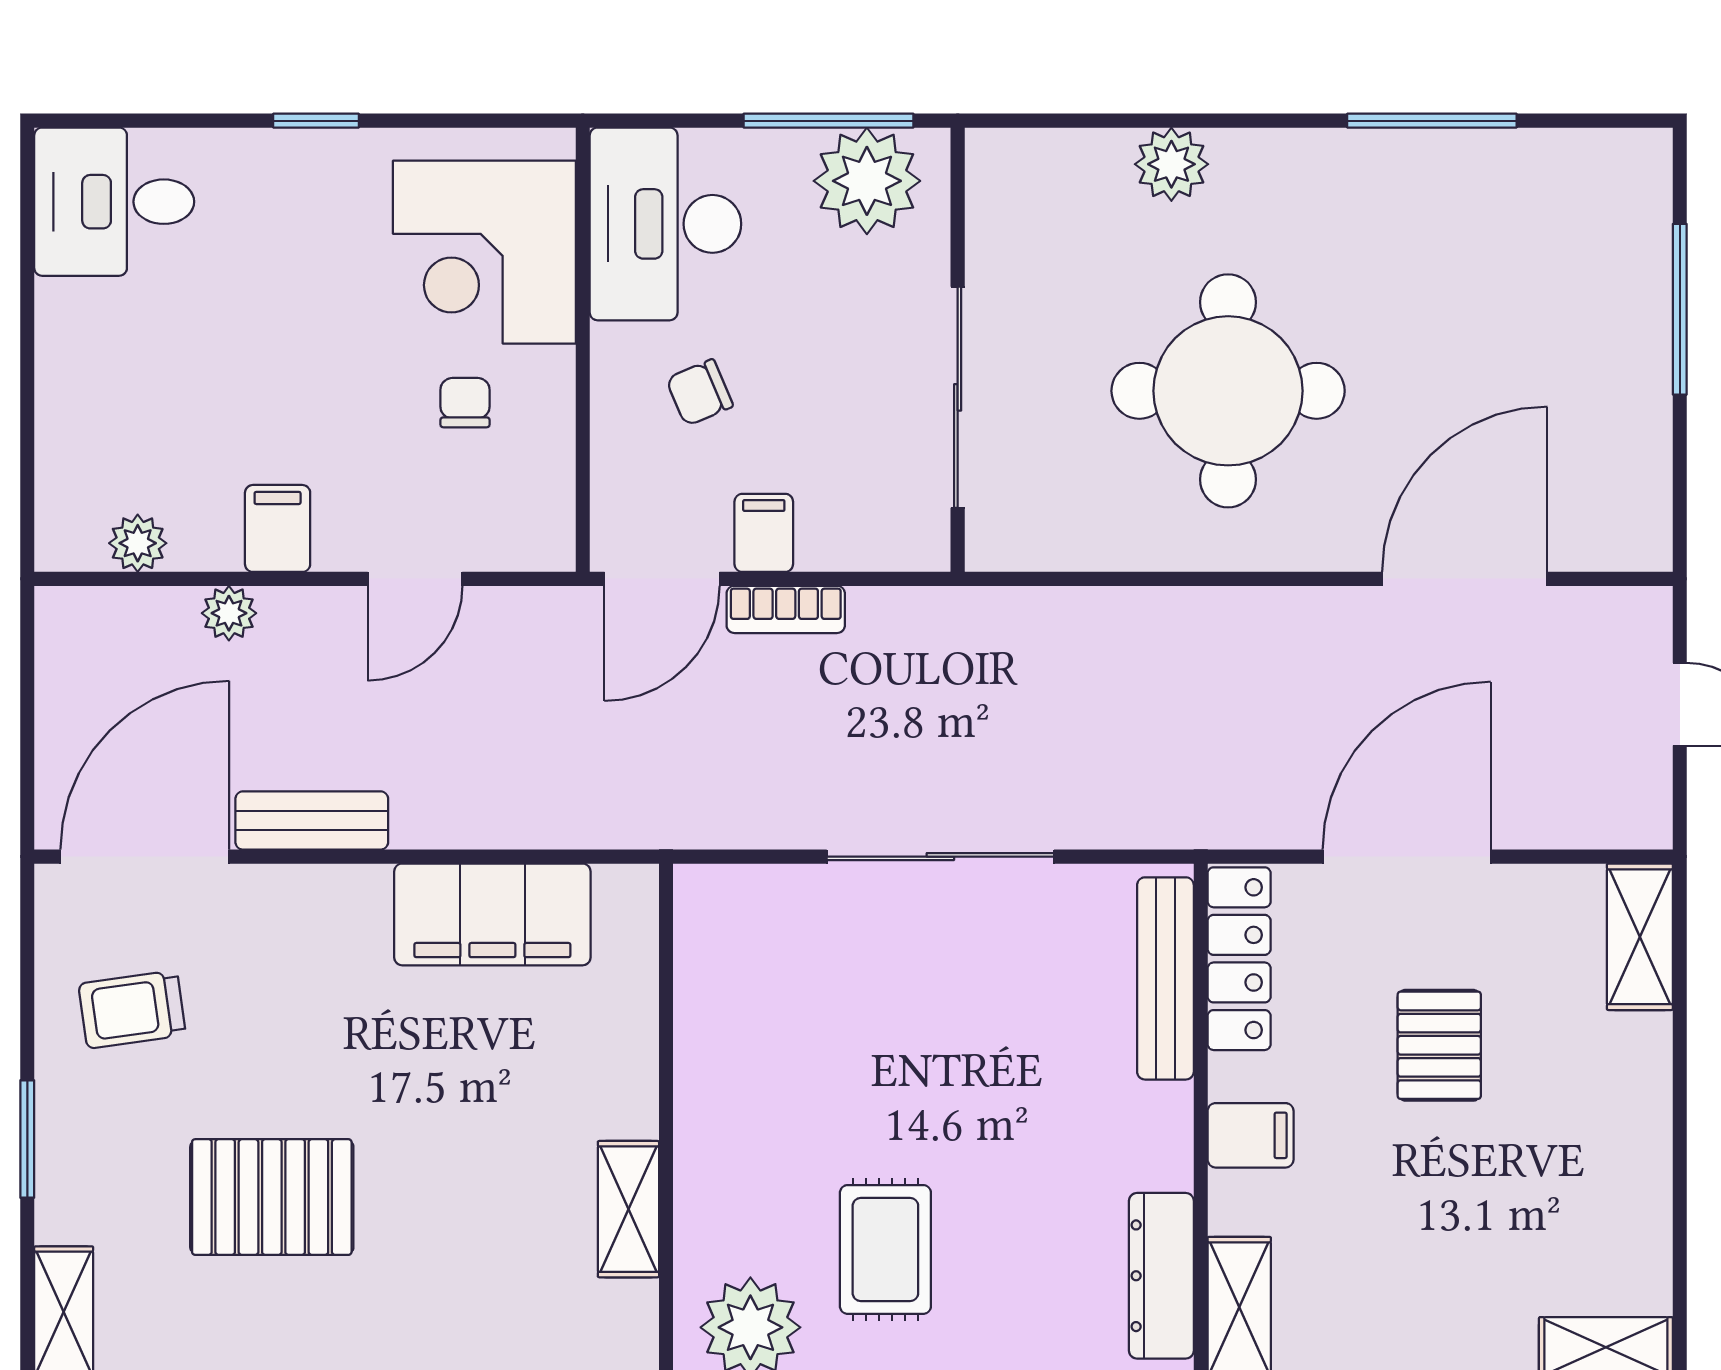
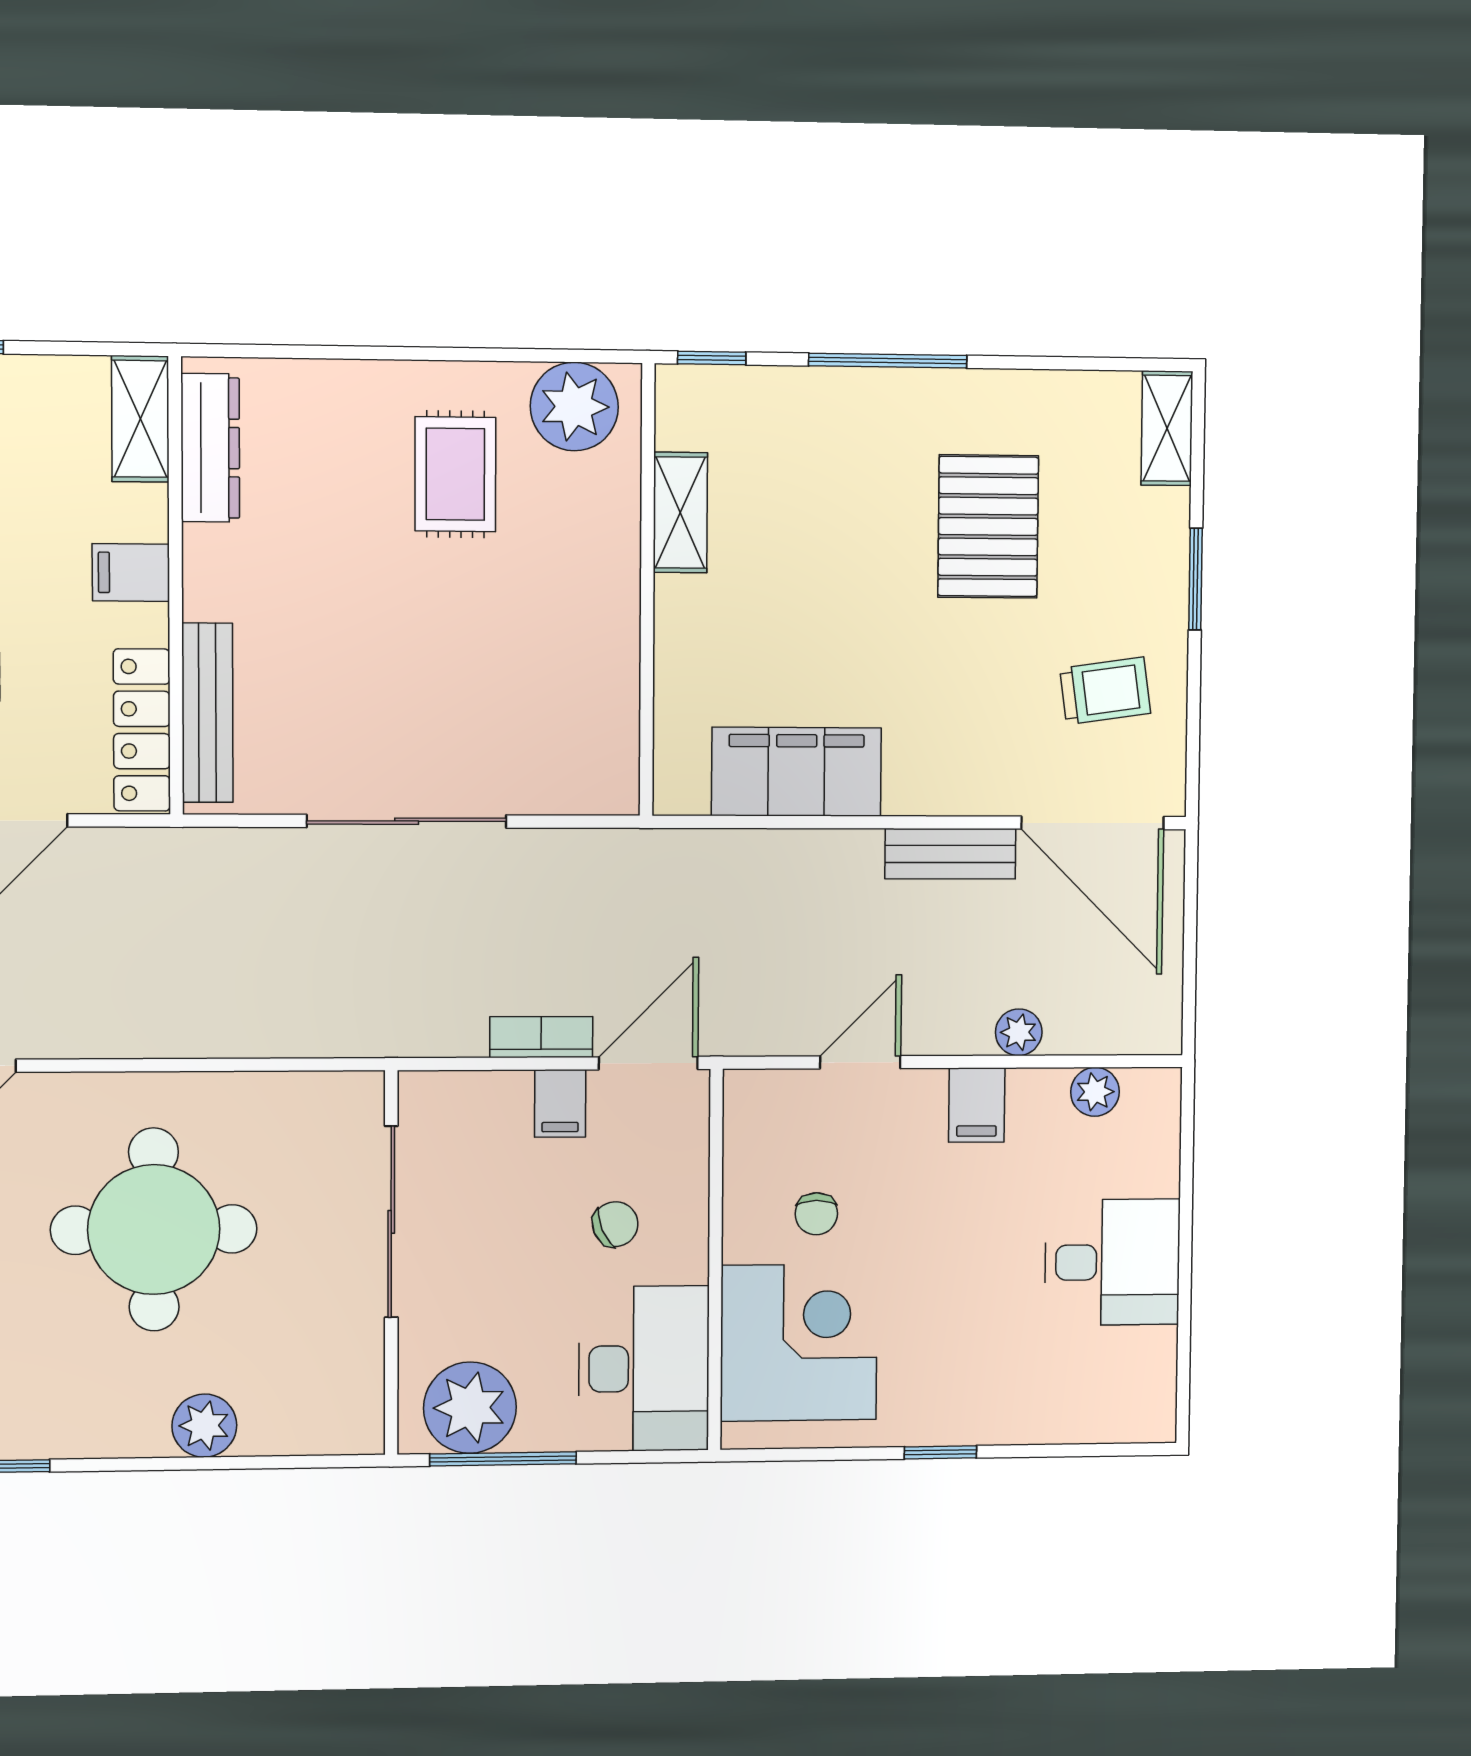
desk: (114, 202) -> (1112, 1262), moved
door: (145, 857) -> (1093, 823), hinge flipped
pallet: (272, 1197) -> (988, 526), turned 90

